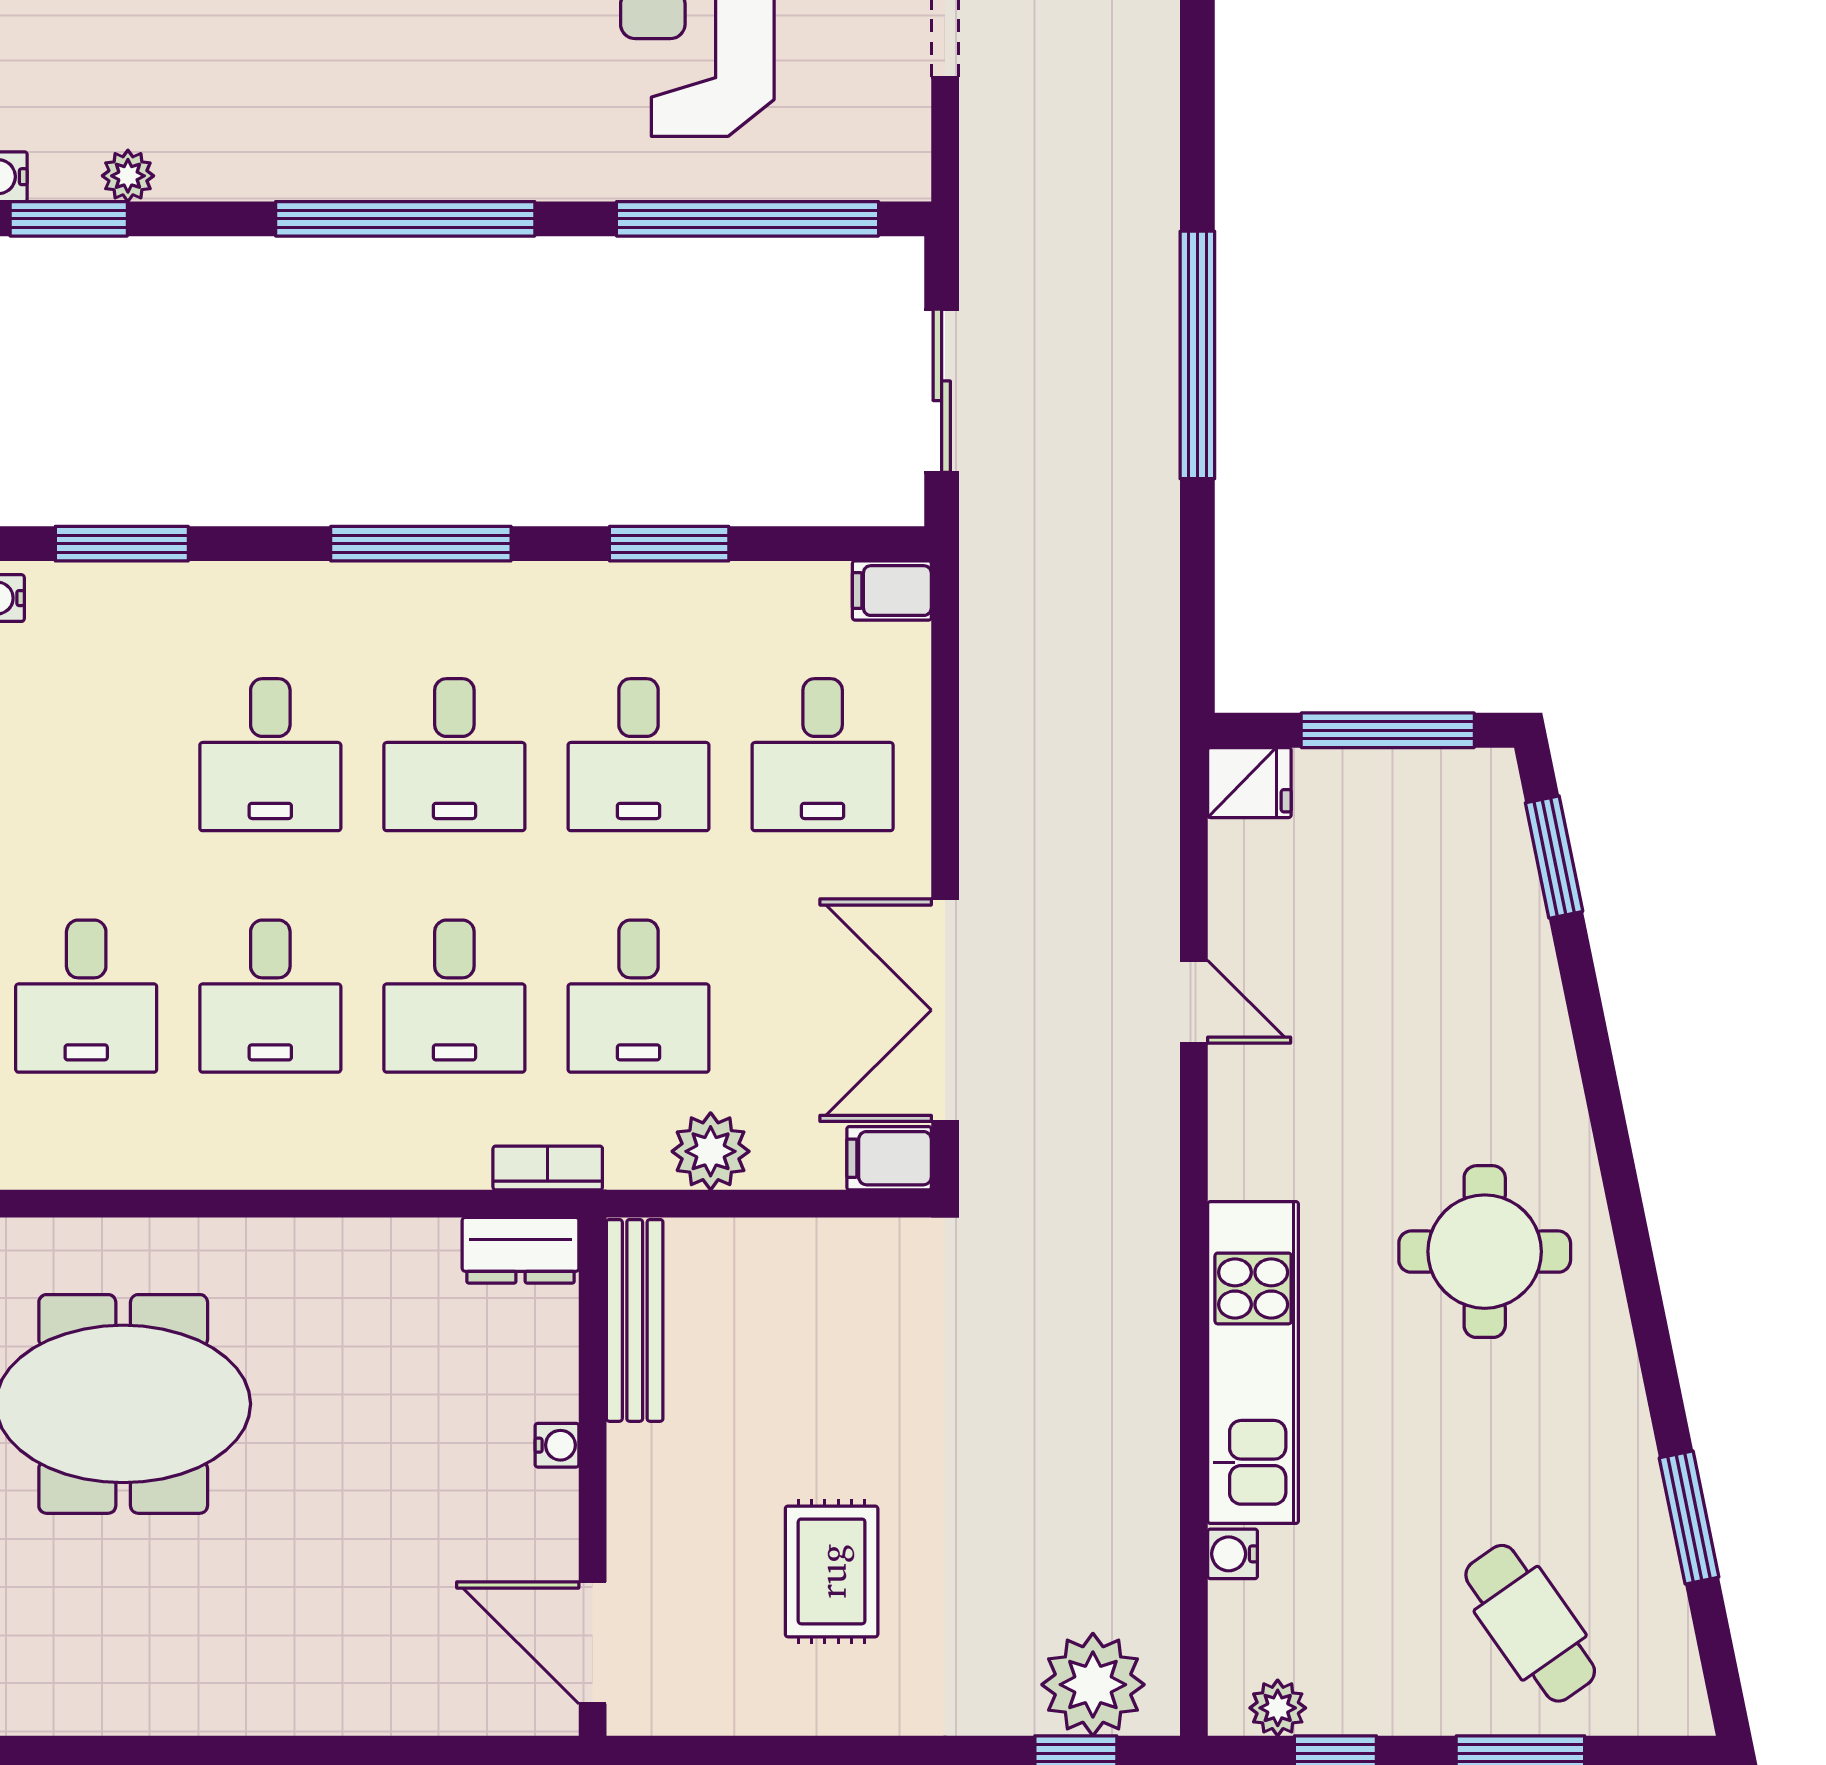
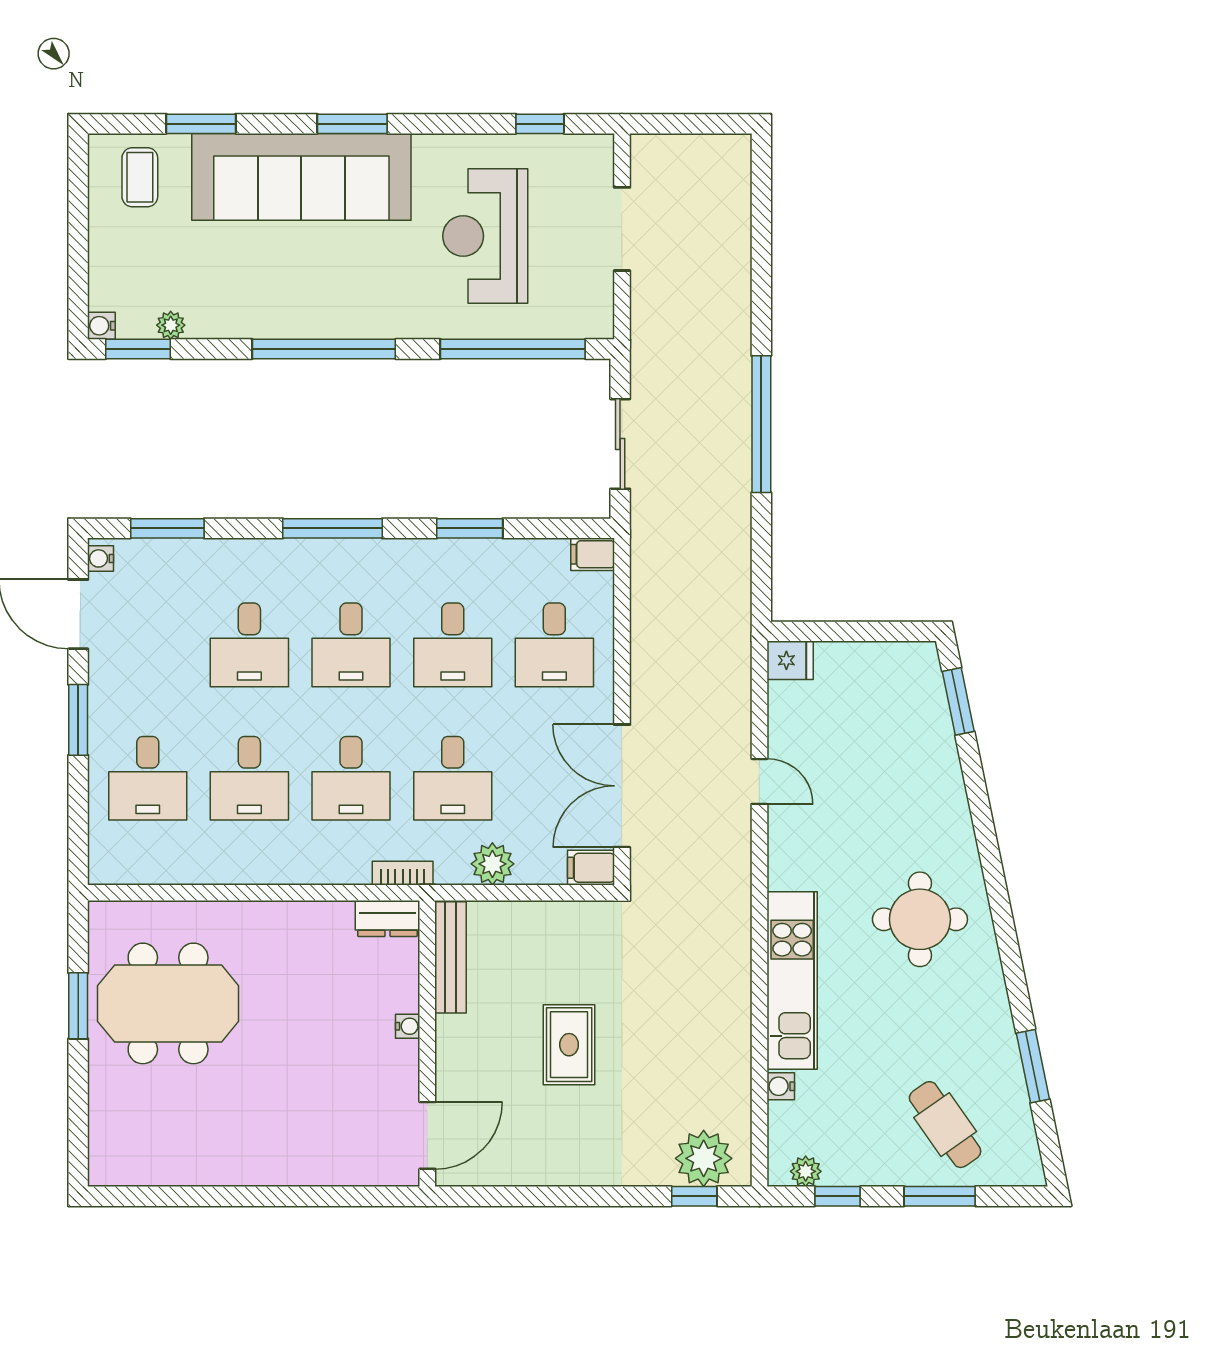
window: (1388, 730) -> (866, 631), removed
rug: (832, 1571) -> (569, 1045), moved
door: (593, 1643) -> (427, 1135), swing flipped

